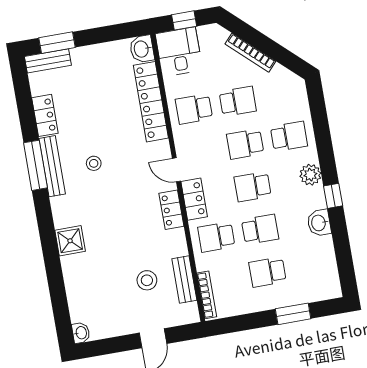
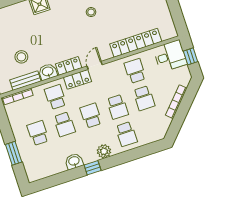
washbasin: (142, 49) -> (48, 72), moved
school desk: (245, 144) -> (117, 107), turned 180

